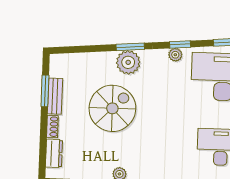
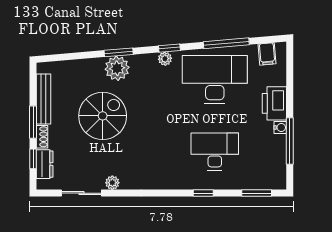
window: (45, 91) -> (33, 122), moved
bench: (55, 96) -> (44, 99), width x1.36
window: (43, 148) -> (33, 159), added

